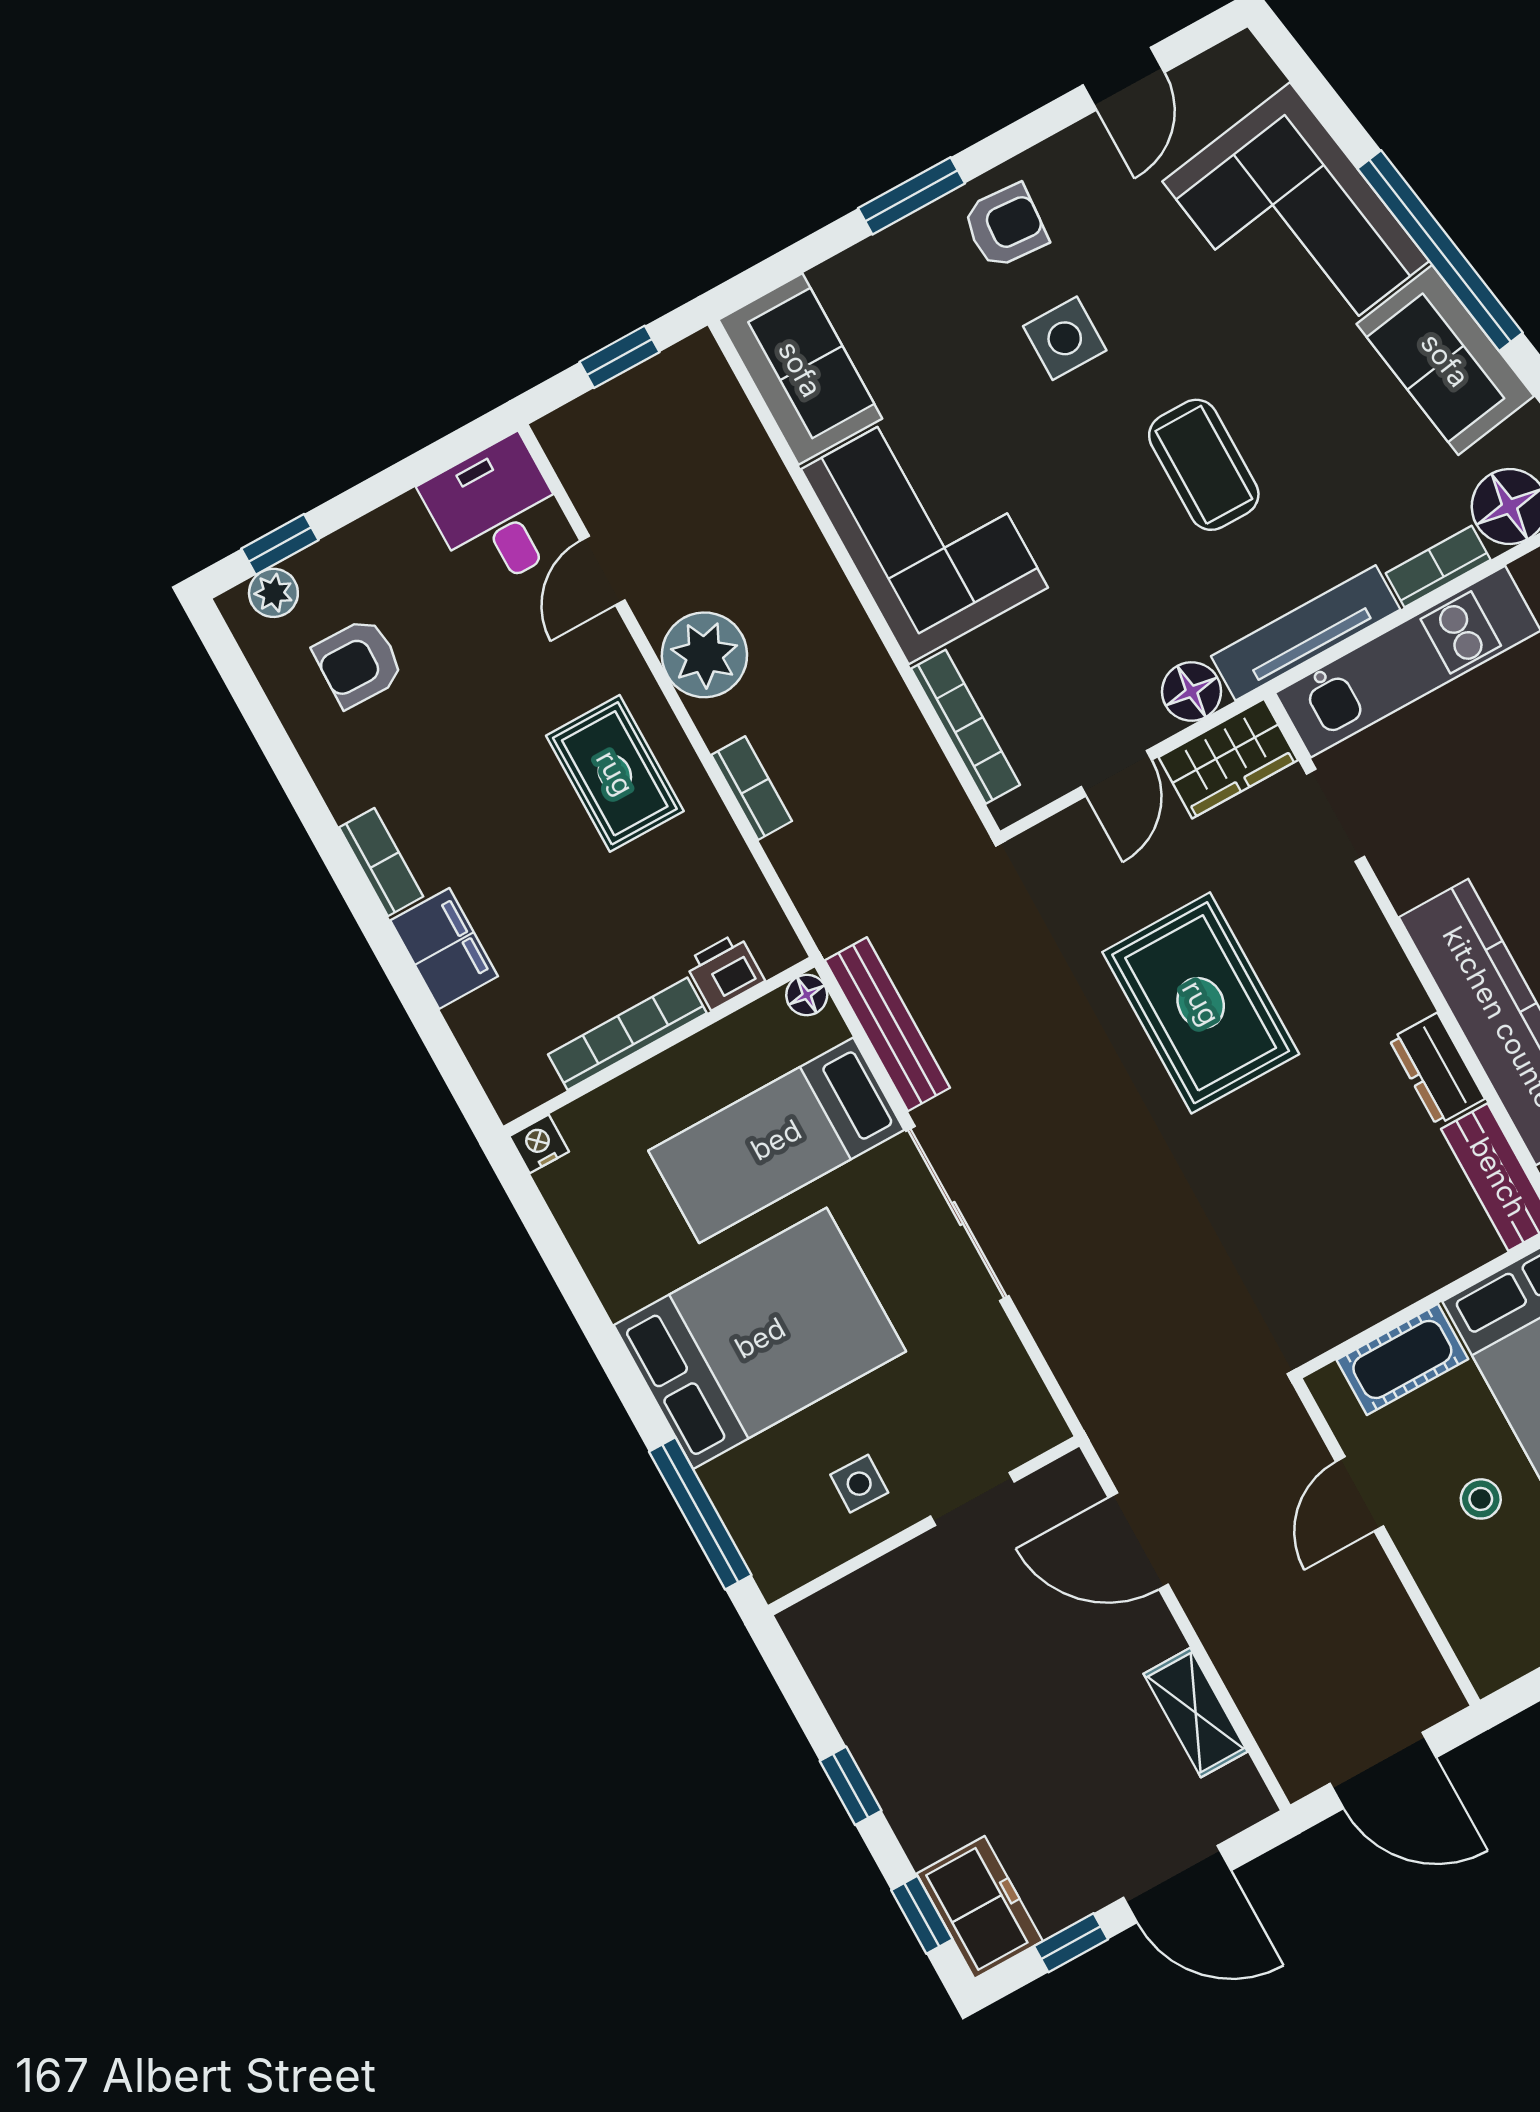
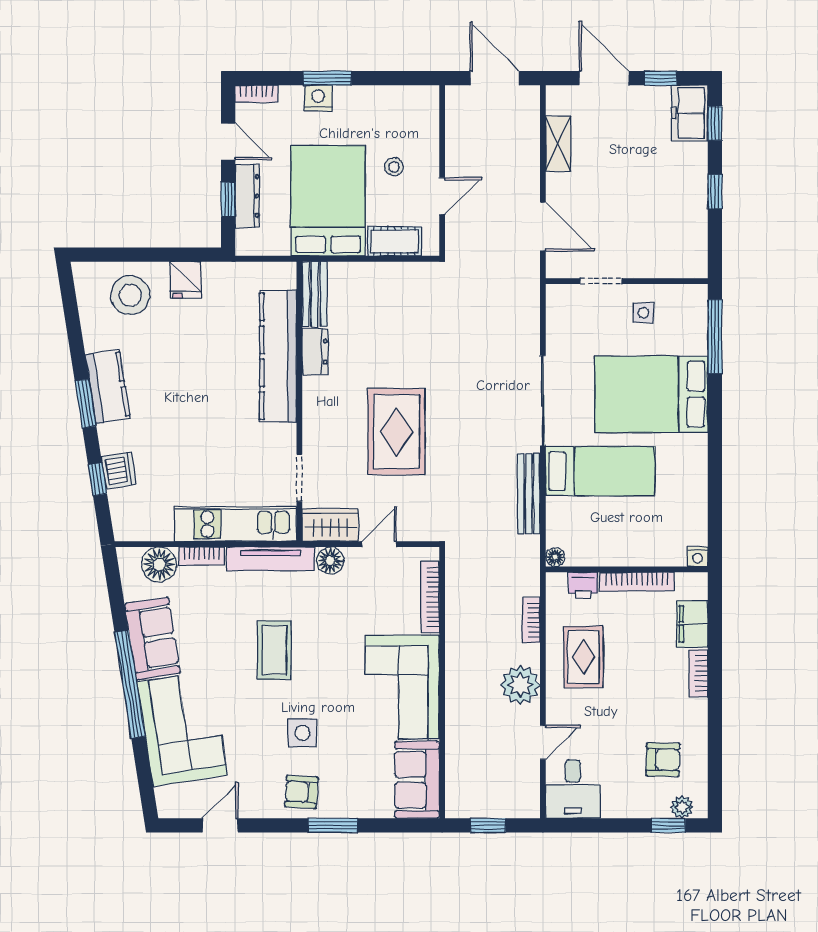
printer: (725, 971) -> (583, 585), moved
floor lamp: (807, 995) -> (555, 557), moved
bookcase: (627, 1034) -> (637, 582), moved
wall: (659, 1046) -> (627, 569), moved
nightstand: (539, 1144) -> (698, 557), moved

